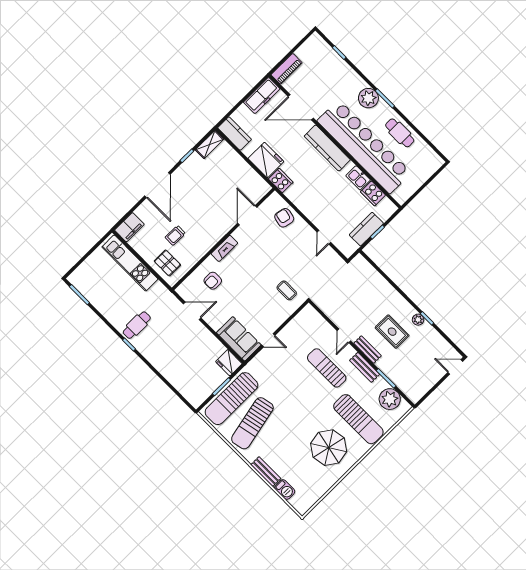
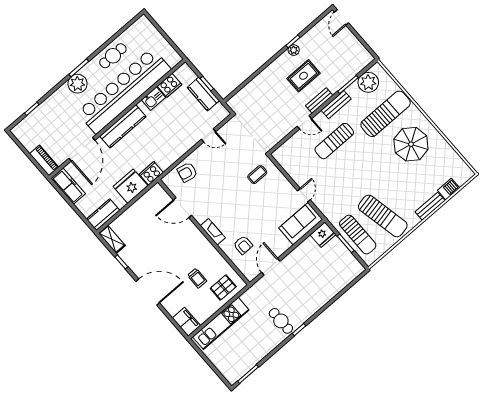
sun lounger: (231, 399) -> (358, 235), width x0.73, depth x0.75

